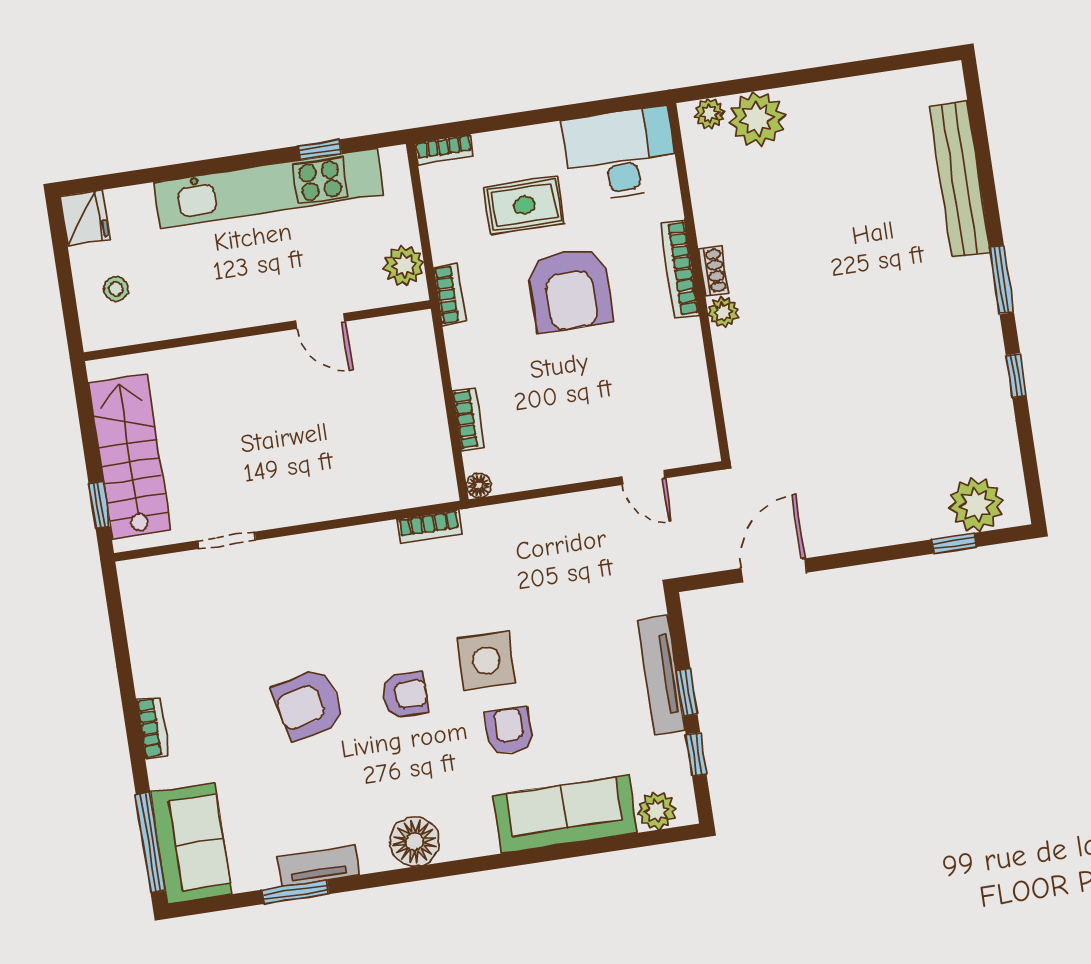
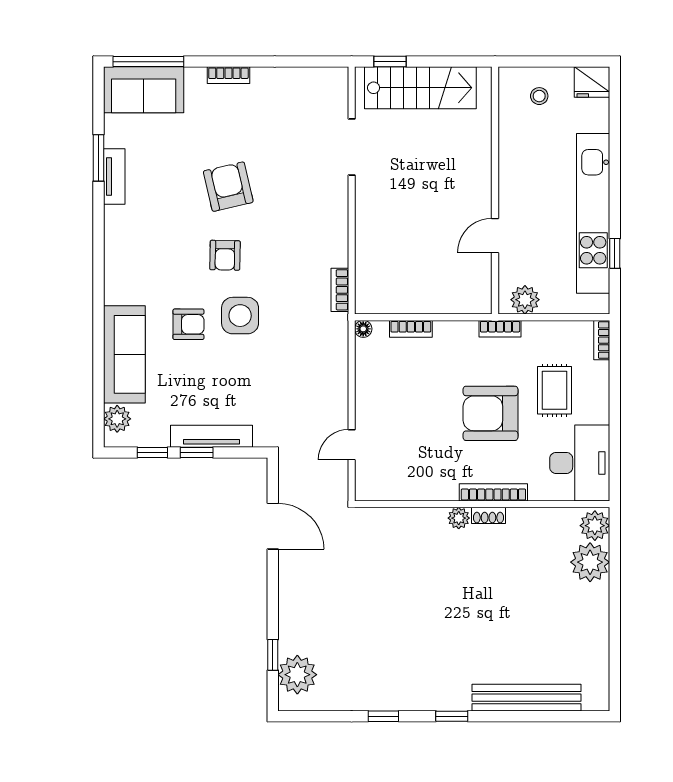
plant: (710, 114) -> (595, 526), width x1.38, depth x1.38
window: (1002, 280) -> (452, 716), width x0.67
doorway: (227, 540) -> (352, 147), width x1.38
floor lamp: (415, 842) -> (121, 247), removed

